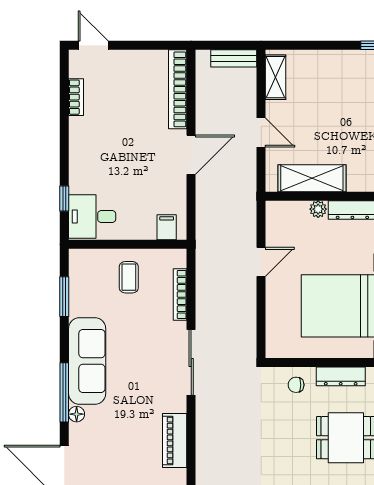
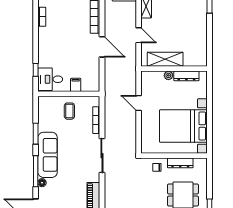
door: (191, 155) -> (102, 47), hinge flipped
filing cabinet: (167, 227) -> (76, 85), moved
door: (261, 262) -> (139, 103), swing flipped
window: (64, 297) -> (36, 134), moved

